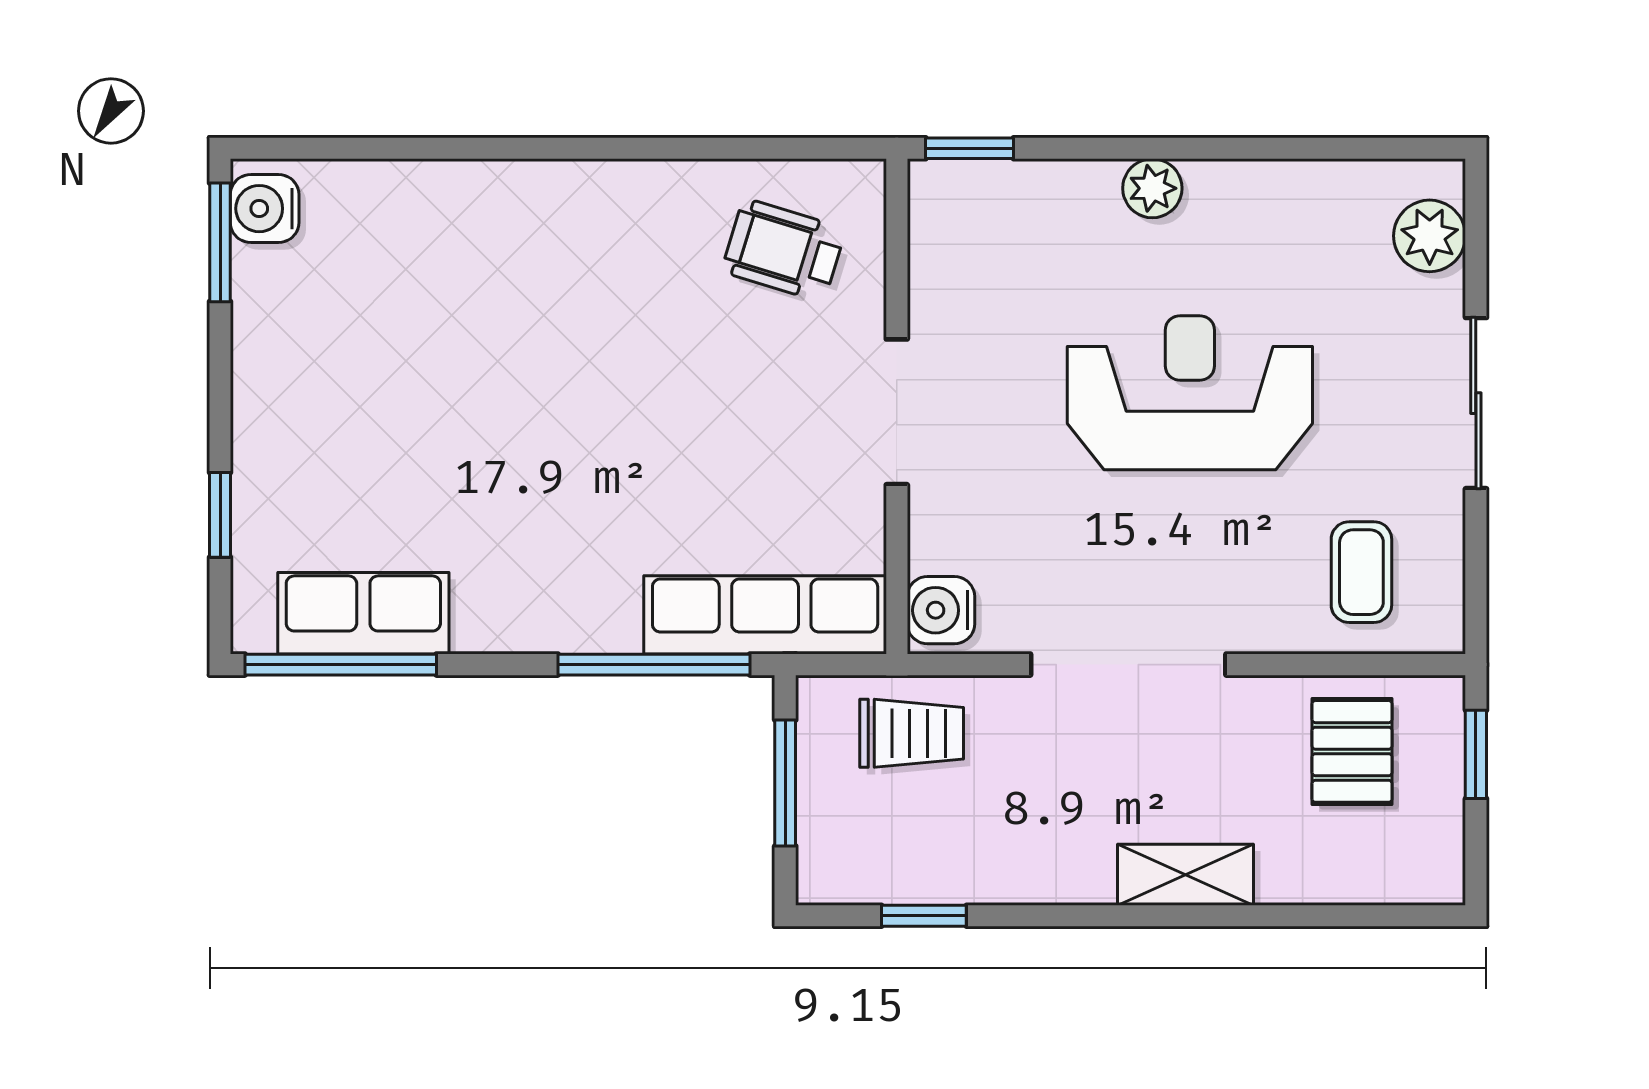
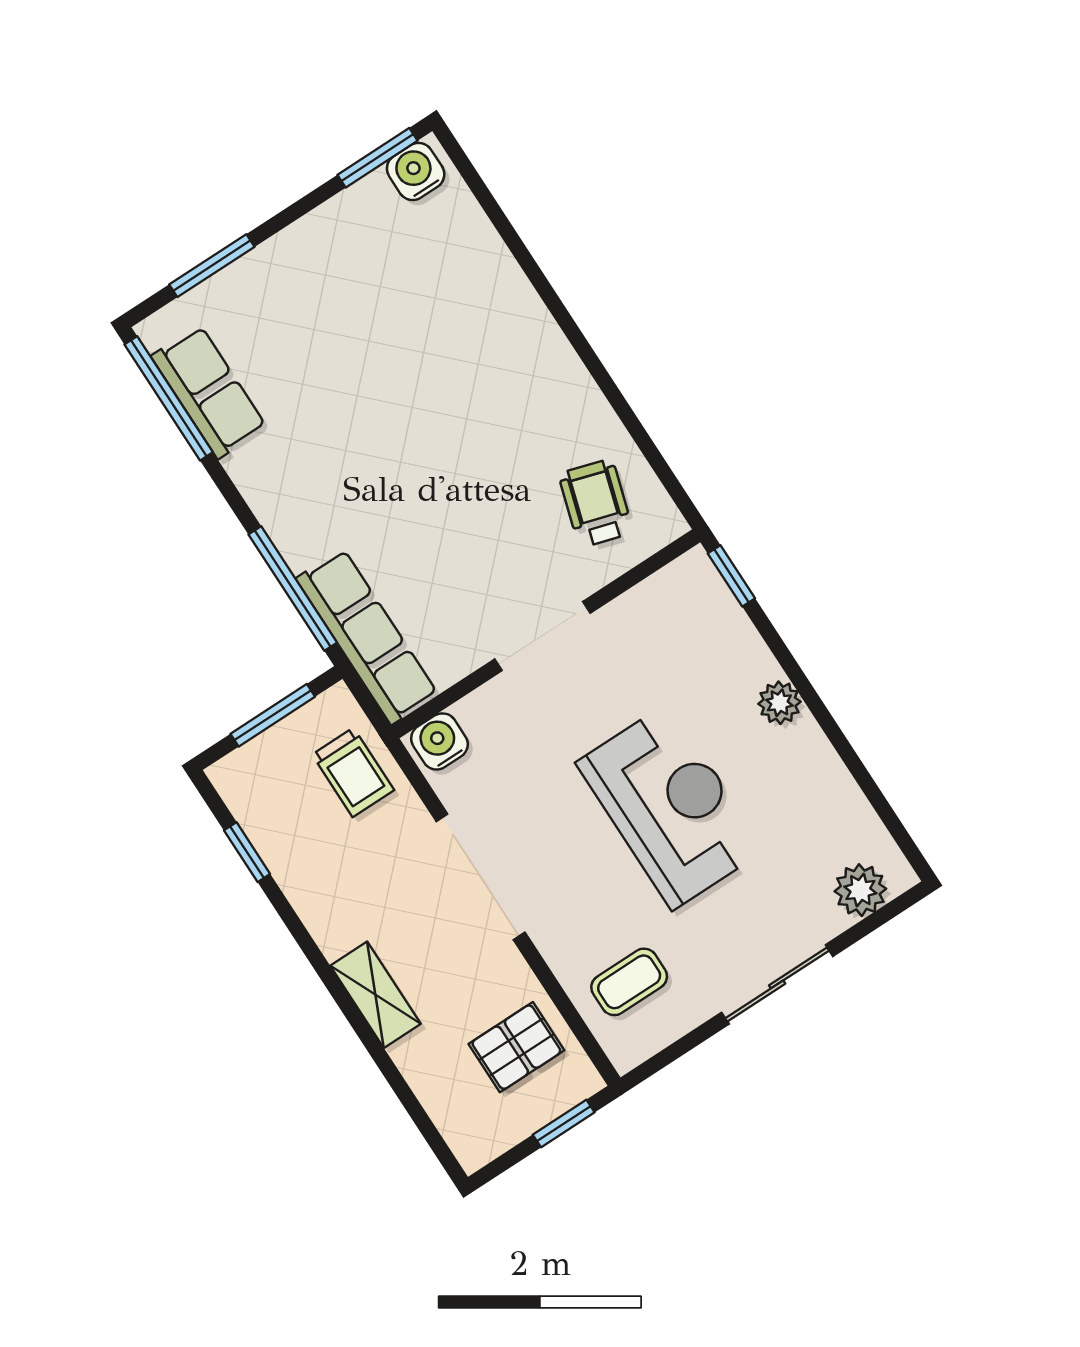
window: (220, 515) -> (212, 266), width x1.50

